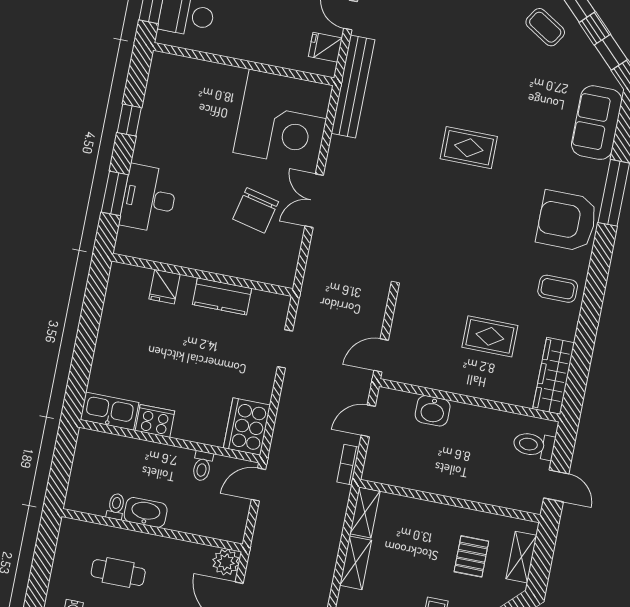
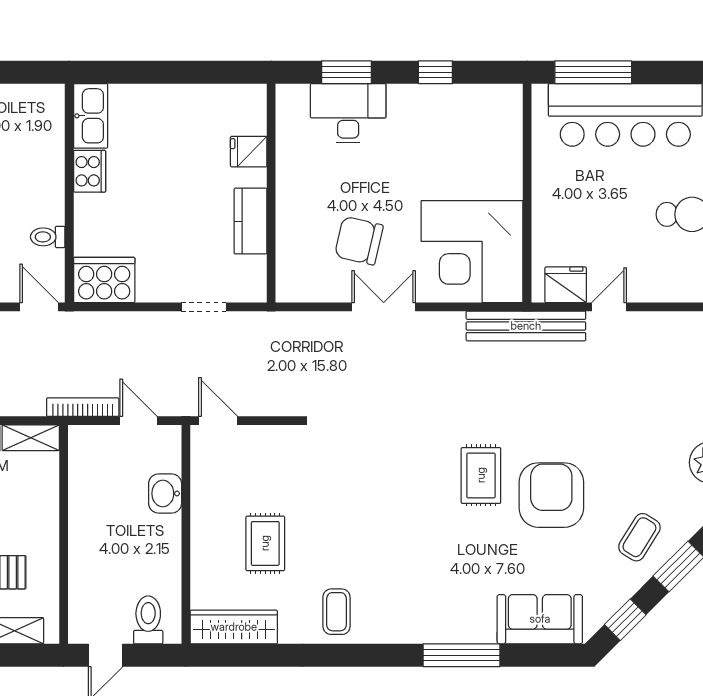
fridge: (325, 47) -> (566, 285), width x1.38
armchair: (567, 221) -> (551, 495), moved
bookcase: (348, 465) -> (83, 407), width x1.56

